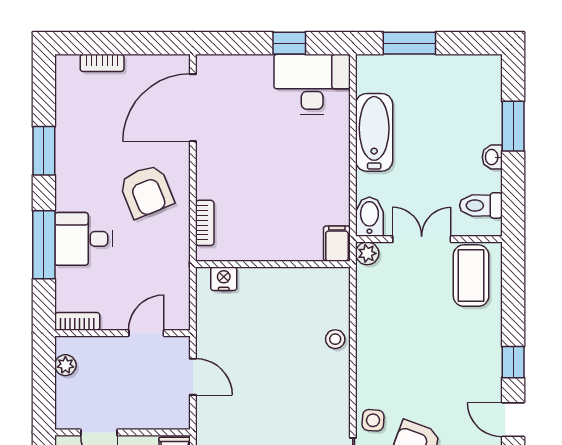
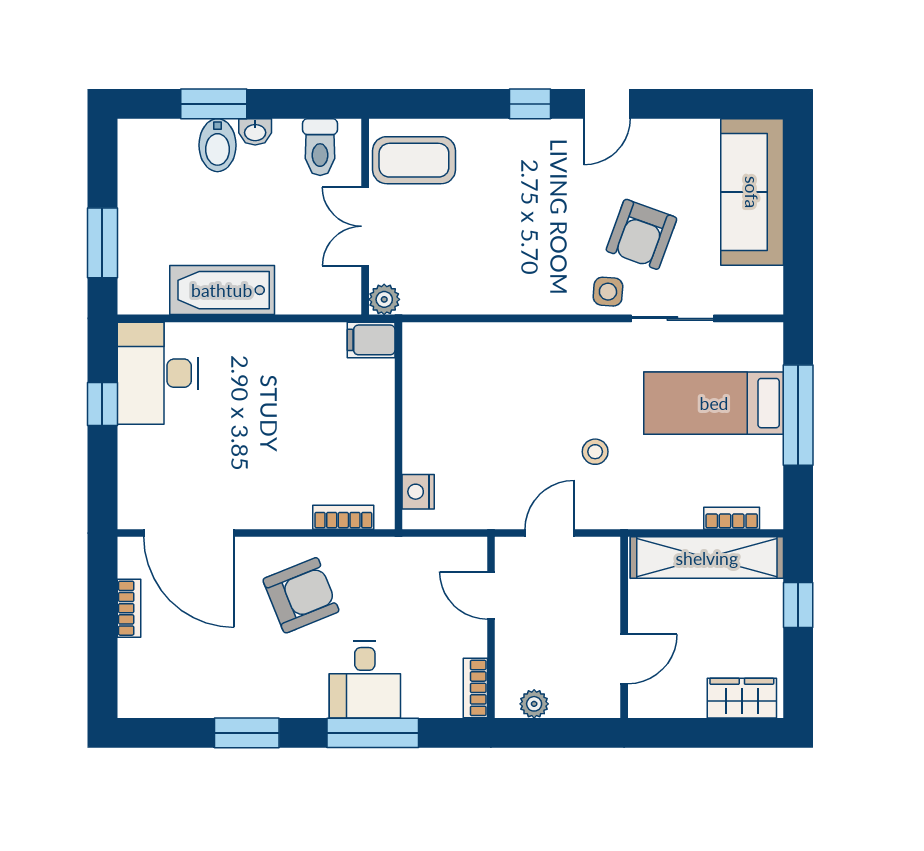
bookcase: (102, 63) -> (129, 608), moved
bidet: (369, 217) -> (217, 145), moved, turned -90
stool: (335, 339) -> (595, 452), moved

